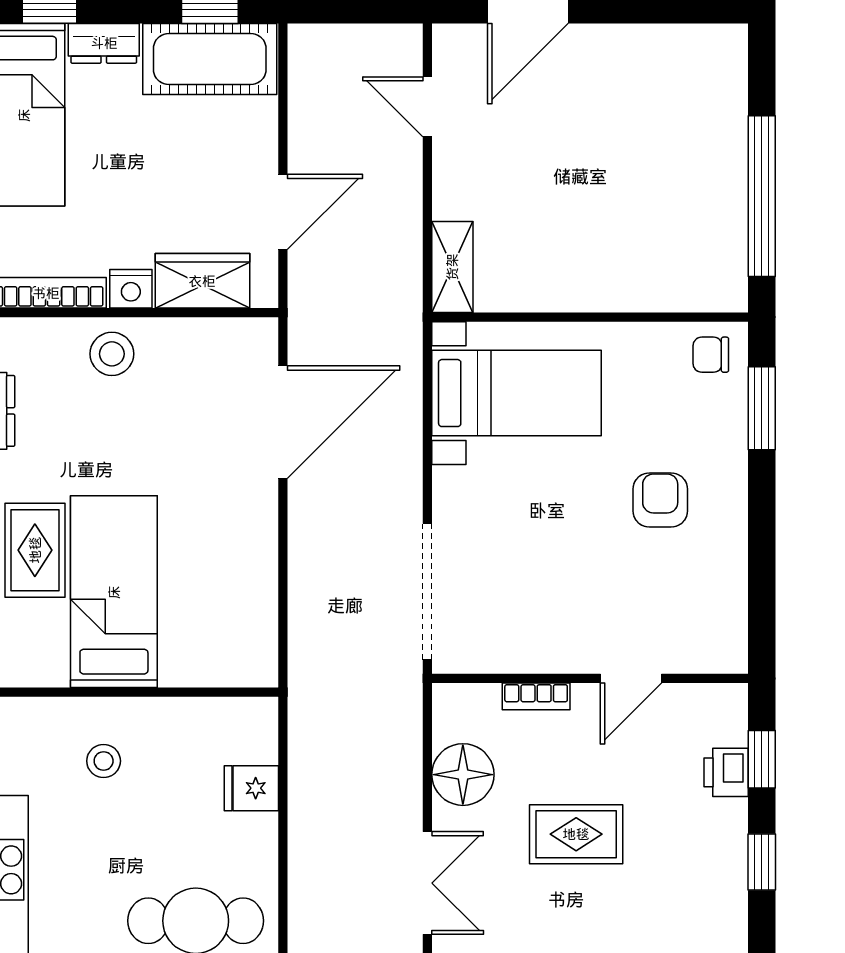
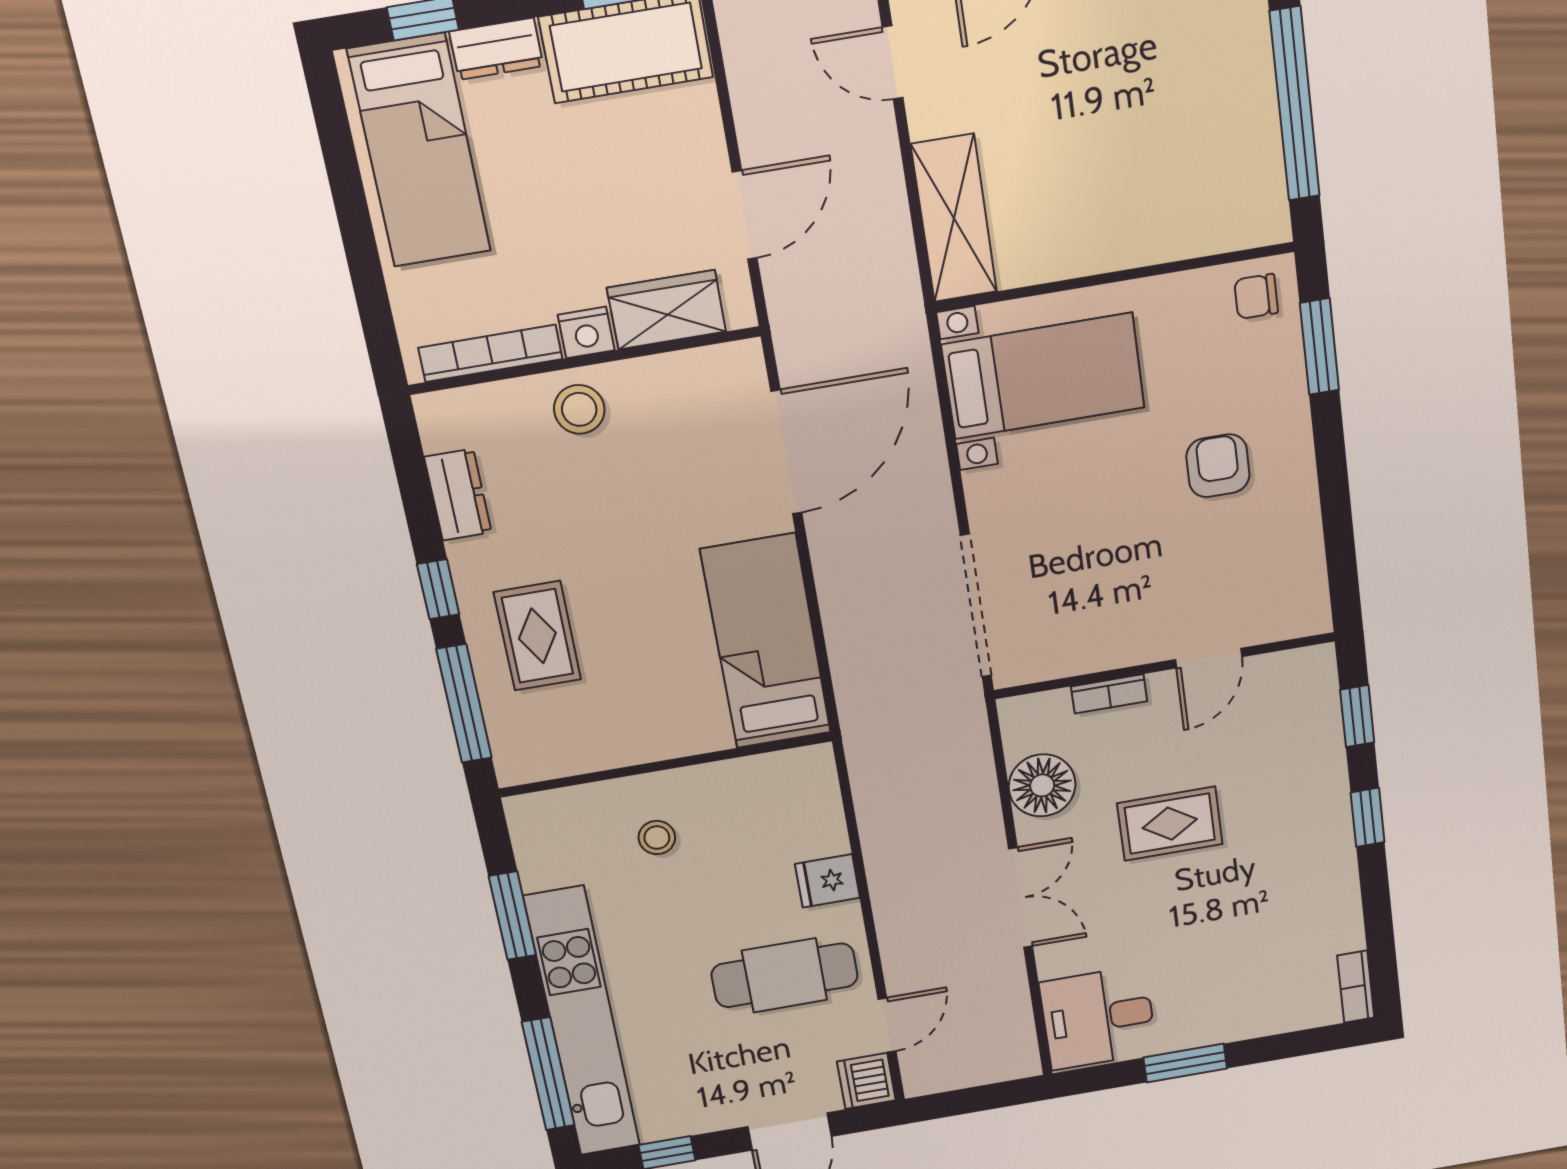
shelving: (452, 267) -> (954, 218), width x1.50, depth x1.33
bed: (114, 592) -> (766, 642), moved
printer: (726, 772) -> (1321, 736), removed
fridge: (251, 788) -> (827, 881), moved

